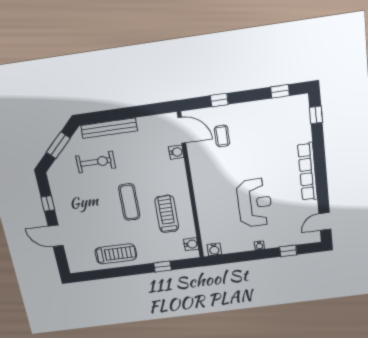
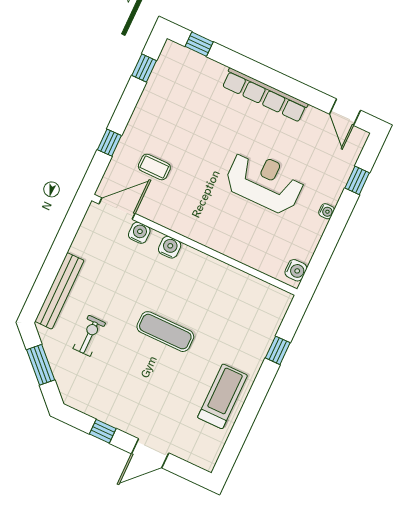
exercise bike: (96, 162) -> (89, 336), width x0.73, depth x0.72
treadmill: (167, 214) -> (210, 297), removed
water cooler: (191, 244) -> (170, 247), moved

